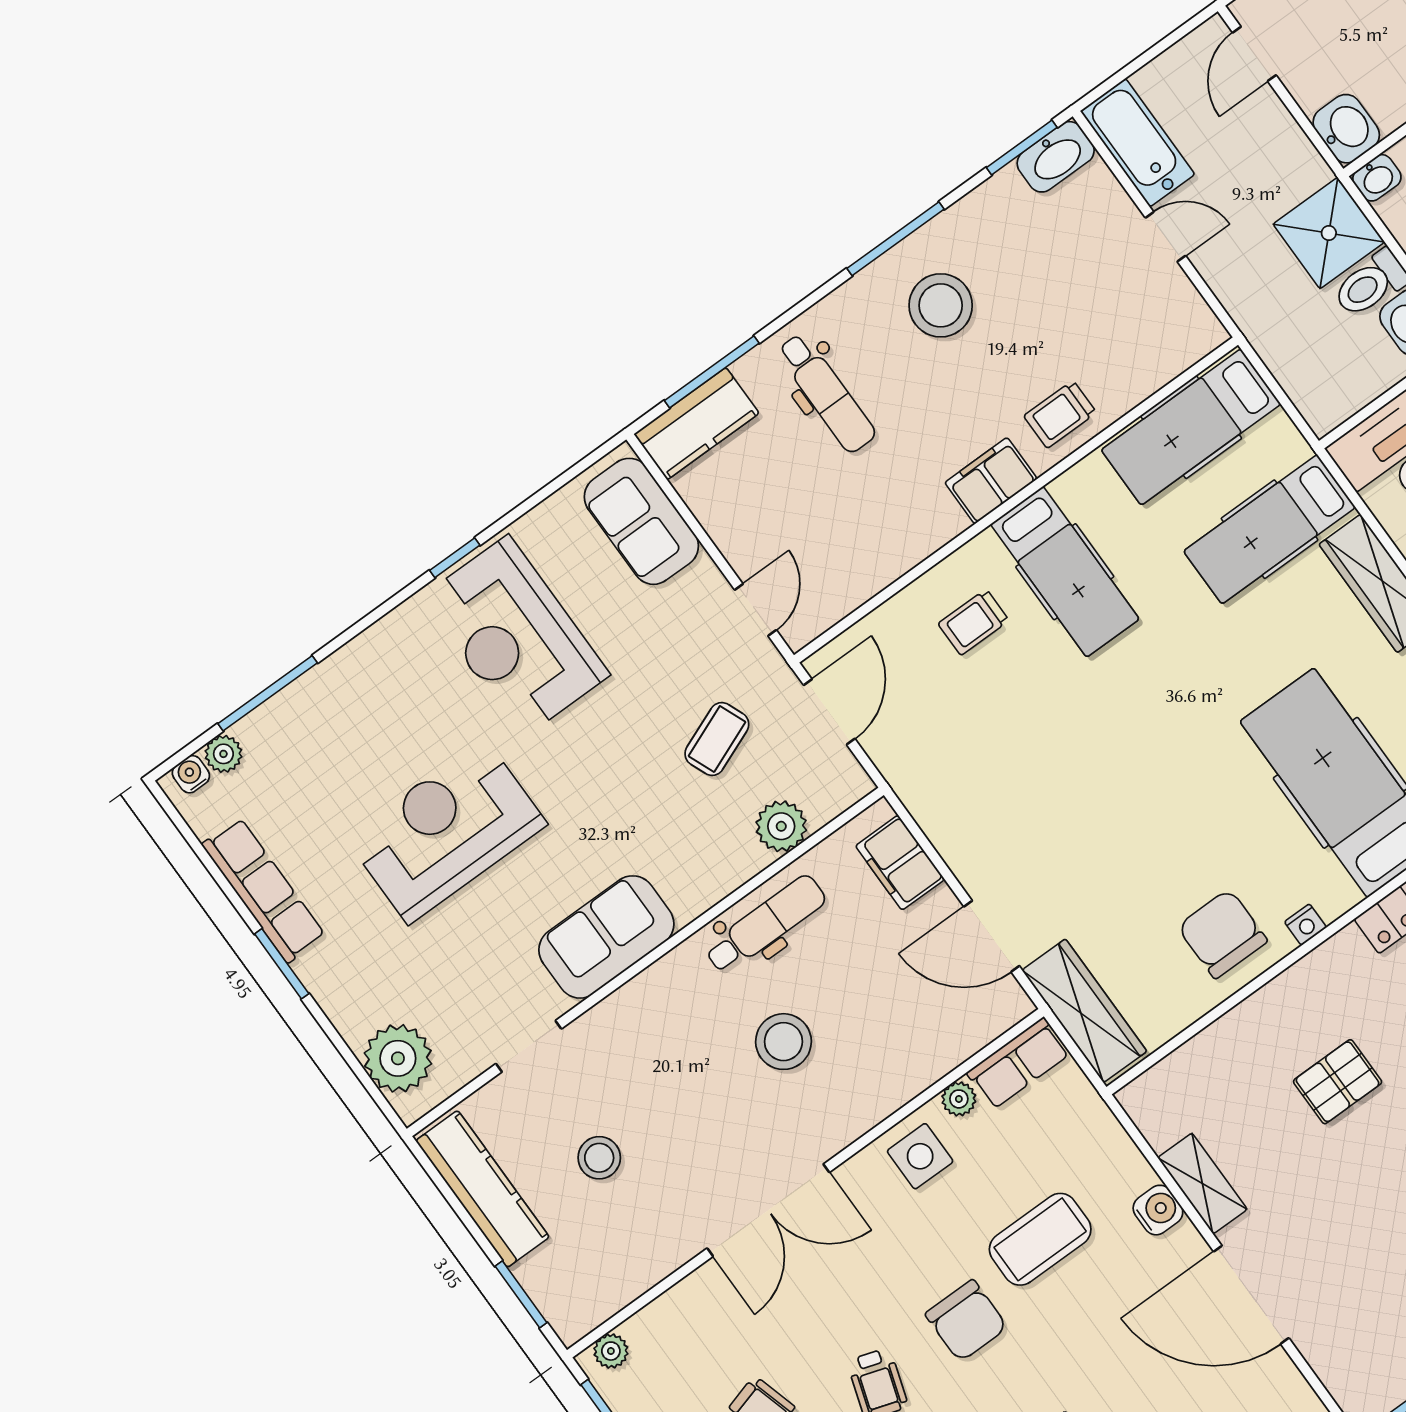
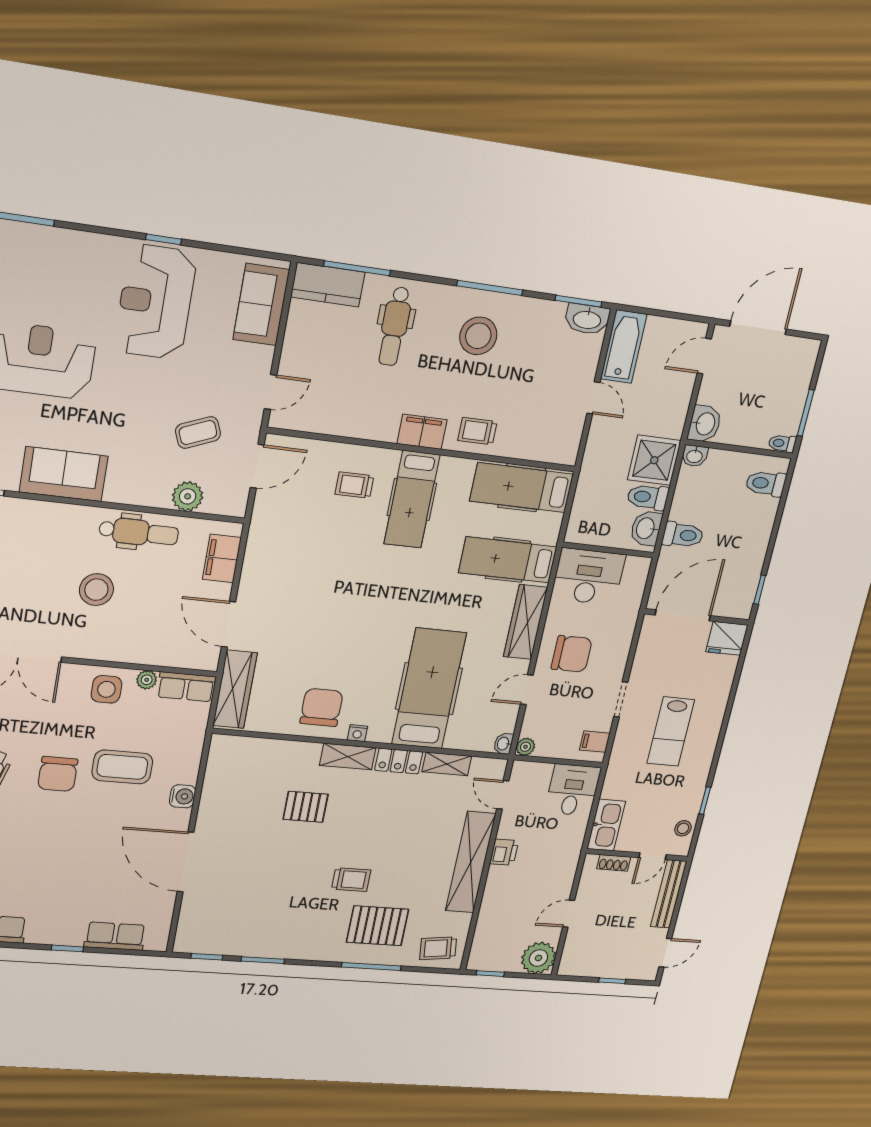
shelving: (1202, 1183) -> (348, 757), moved, turned 90

